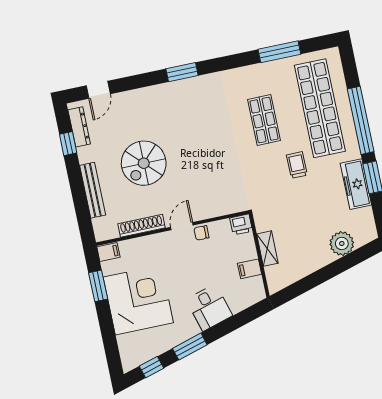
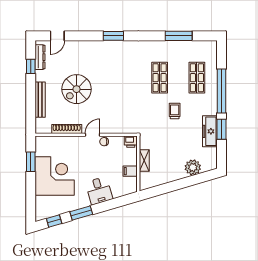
shop shelf: (320, 108) -> (197, 78), width x0.50, depth x0.74
filing cabinet: (108, 252) -> (42, 141), removed

